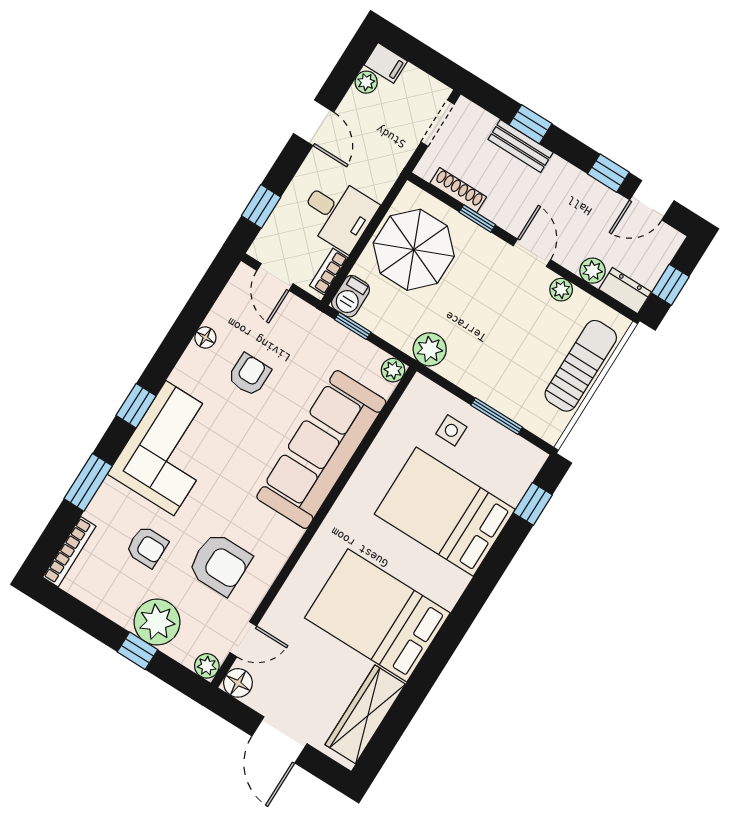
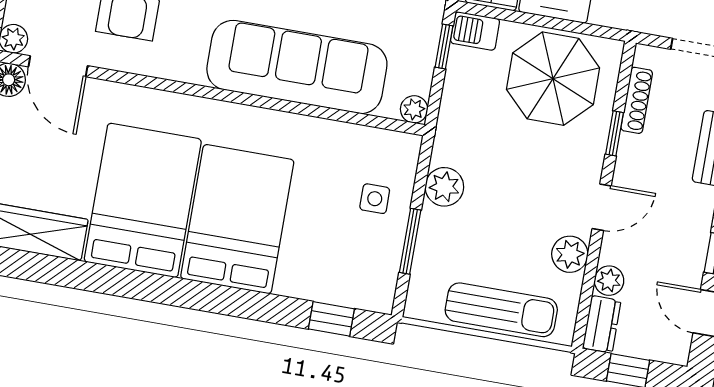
plant: (561, 290) -> (570, 254), width x1.38, depth x1.38
plant: (430, 349) -> (444, 187), moved
bed: (445, 512) -> (237, 219), moved
door: (243, 639) -> (58, 66), width x1.38

